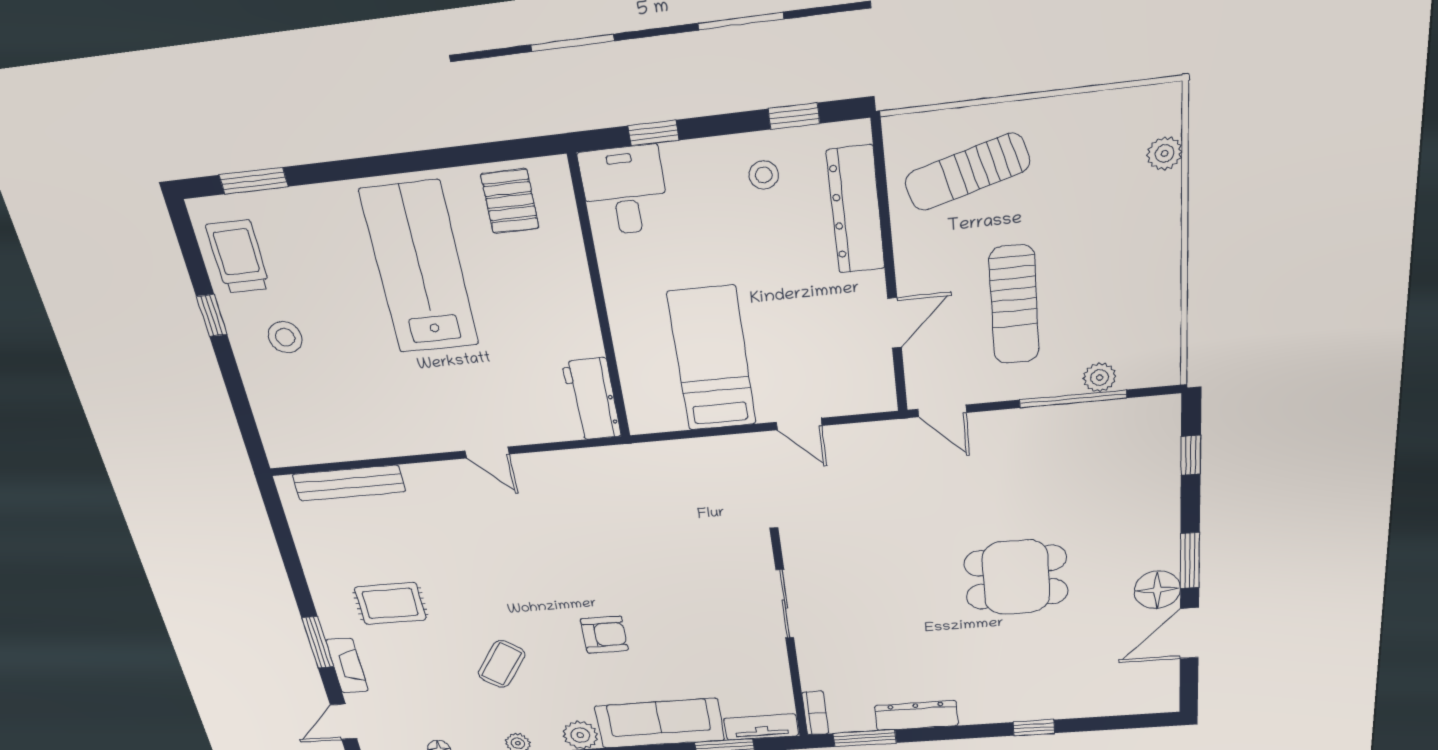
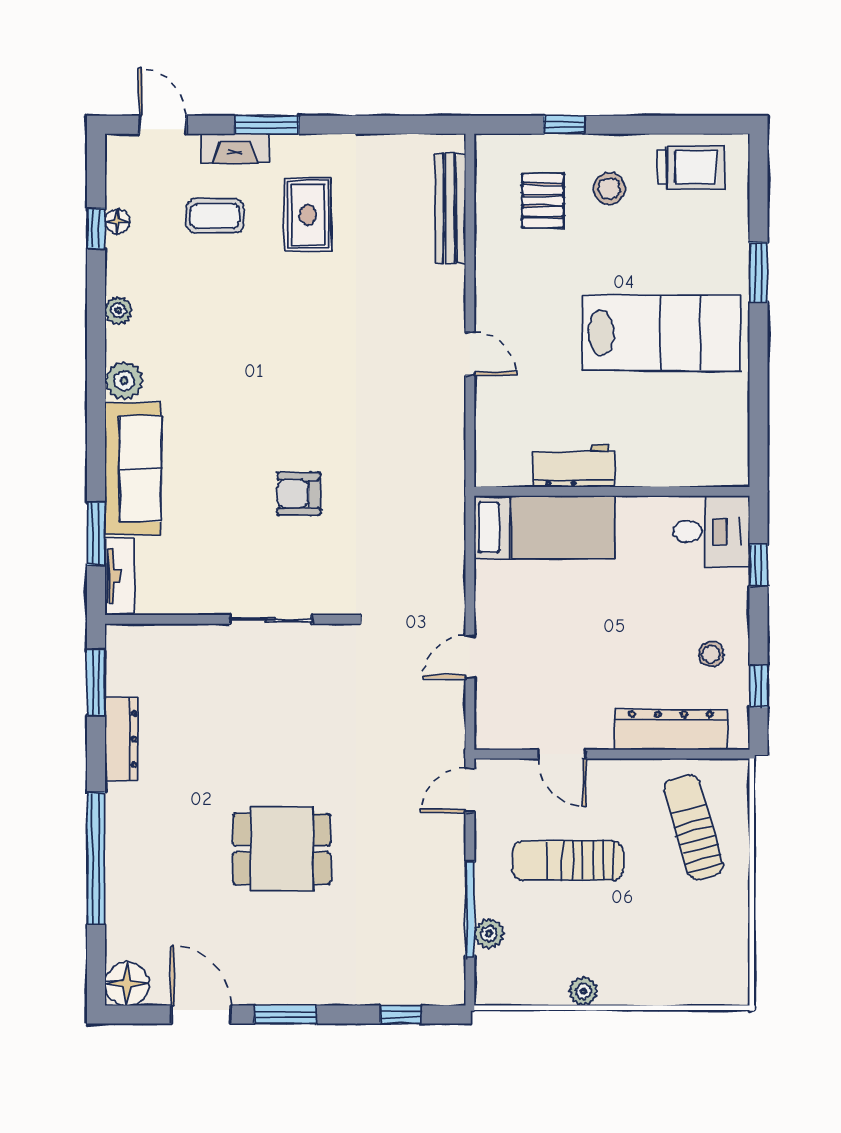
plant: (1165, 153) -> (584, 991), moved
window: (254, 181) -> (759, 273), moved
pallet: (510, 201) -> (543, 201), moved, turned 90
window: (212, 315) -> (564, 125), moved
bed: (712, 359) -> (544, 527), moved
workbench: (592, 399) -> (573, 466), moved
door: (487, 453) -> (470, 354), swing flipped
dining table: (1016, 577) -> (282, 849), turned 90
floor lamp: (1157, 590) -> (127, 984), moved
armchair: (604, 635) -> (299, 494), moved, turned 90
coffee table: (502, 664) -> (215, 216), moved, turned -36
bookcase: (815, 713) -> (133, 635), removed
window: (1034, 728) -> (96, 858), width x3.17

